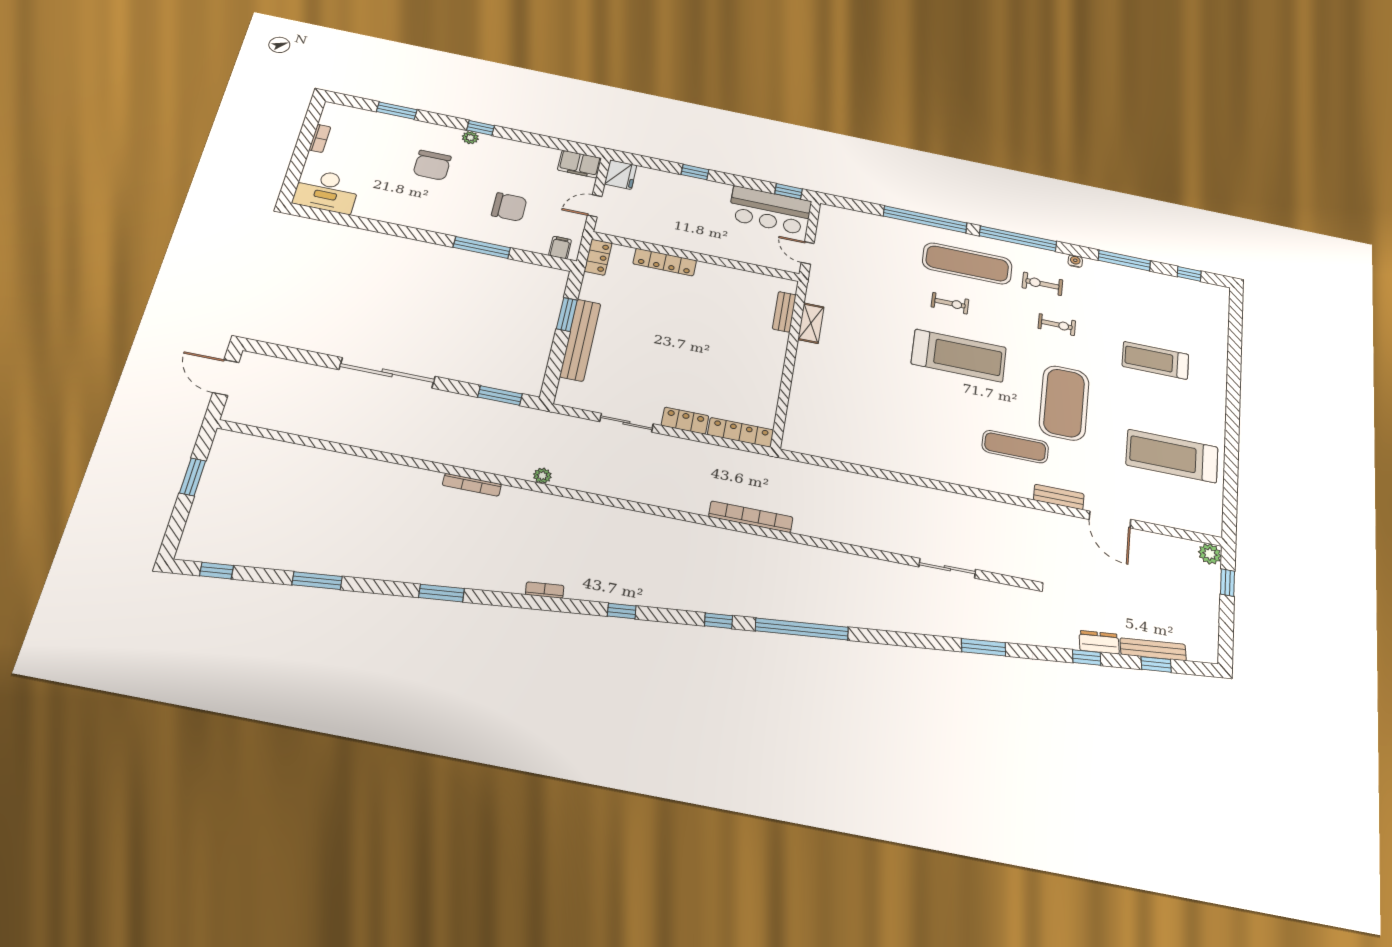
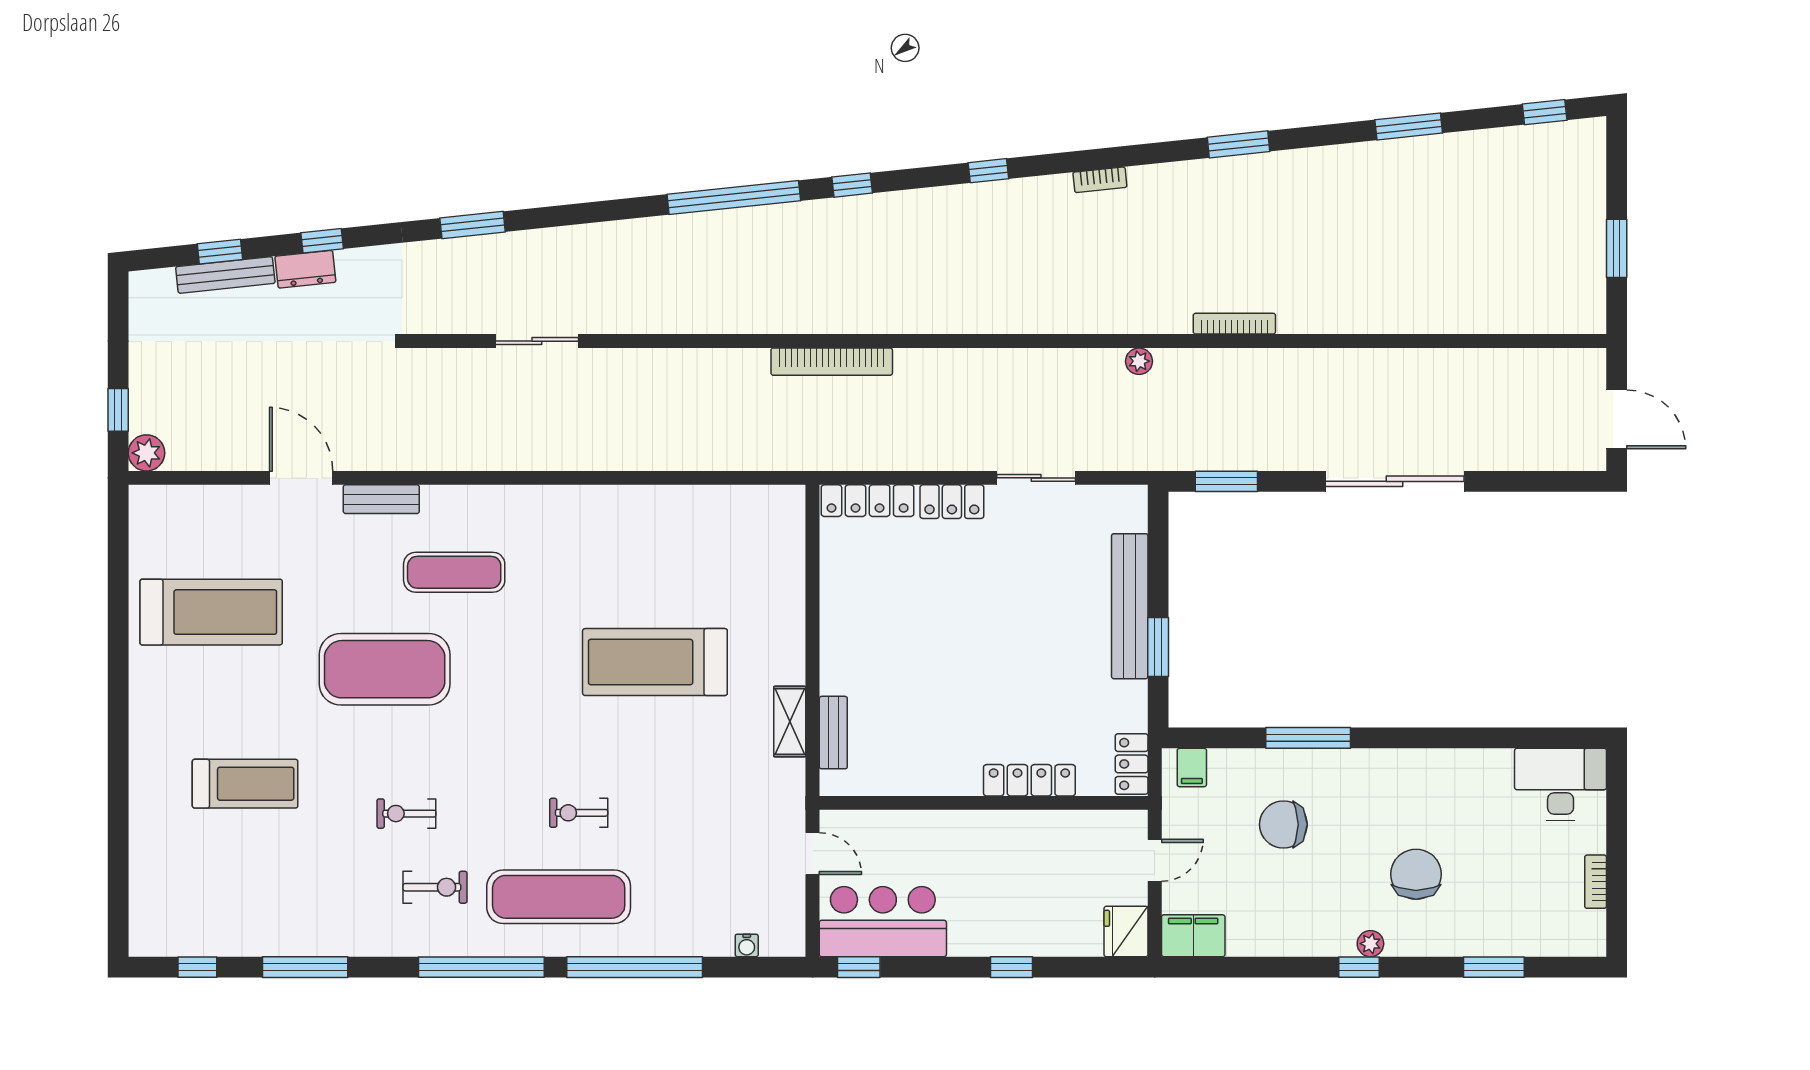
water cooler: (1075, 261) -> (747, 945), moved
treadmill: (959, 356) -> (655, 662), moved
exercise mat: (1064, 403) -> (385, 669), turned 90

